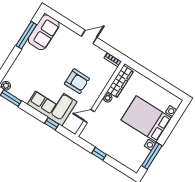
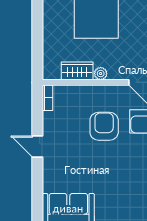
wardrobe: (120, 81) -> (77, 71), width x0.67

